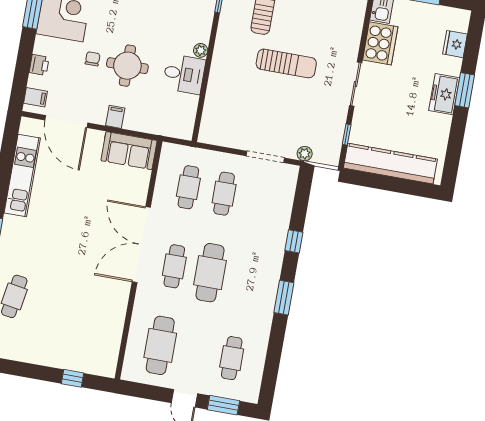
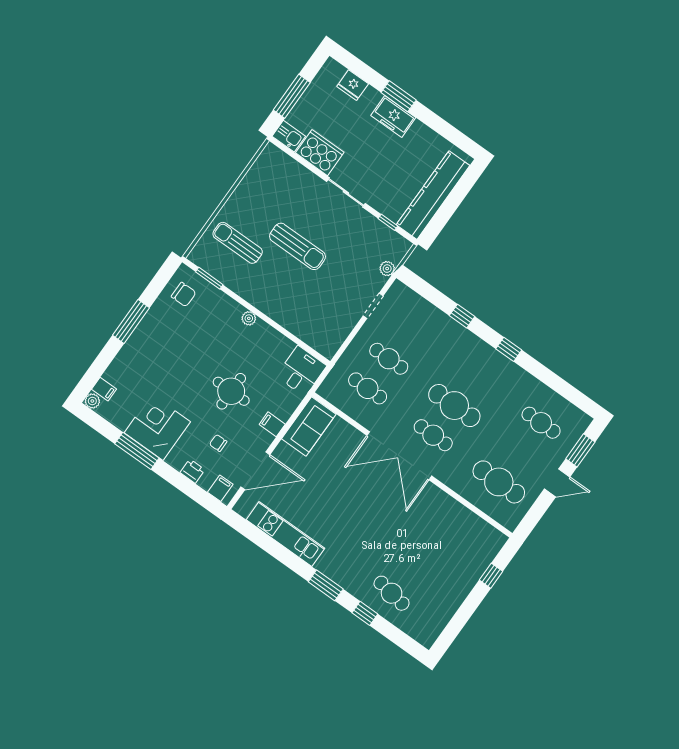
chair: (93, 59) -> (218, 443), moved
sun lounger: (286, 63) -> (297, 246), turned 90
desk: (184, 74) -> (301, 371), moved
doorway: (265, 157) -> (373, 306), width x0.73
window: (284, 298) -> (509, 349), width x0.67

